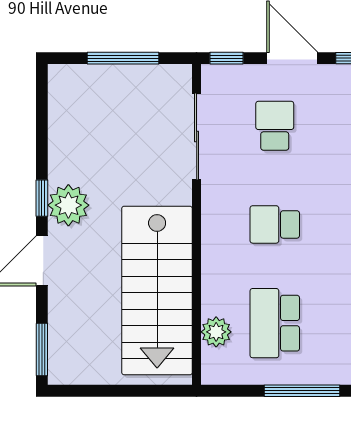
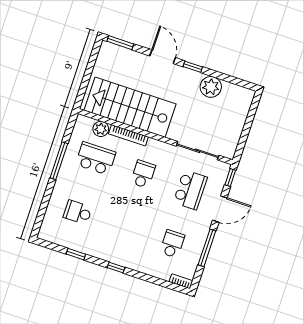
window: (123, 58) -> (247, 128), removed
school desk: (275, 126) -> (190, 190), width x1.85
plant: (68, 205) -> (211, 87), moved
bookcase: (211, 276) -> (128, 135), added

